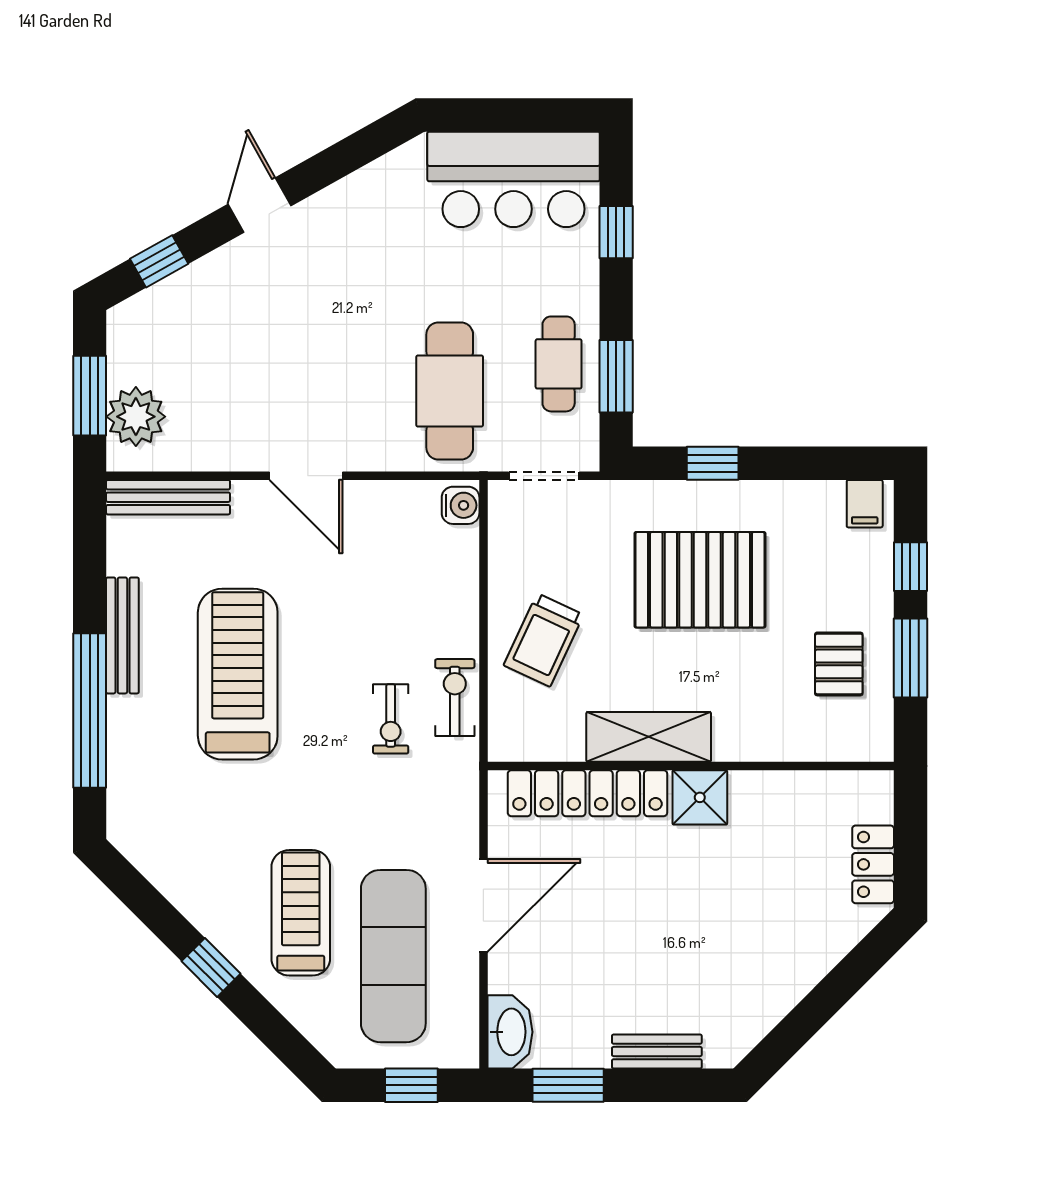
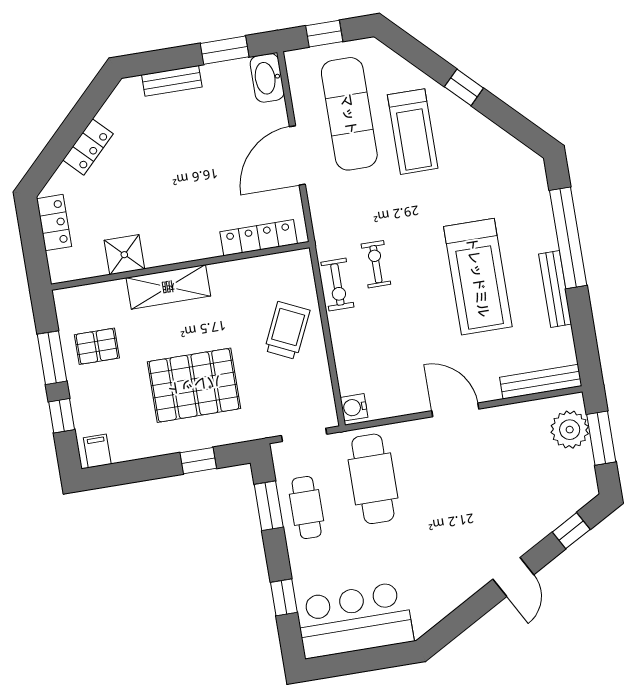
pallet: (839, 664) -> (97, 346), turned 90
shelving: (649, 737) -> (168, 287), moved
locker: (587, 793) -> (259, 238), width x0.71, depth x0.83
shower: (700, 797) -> (124, 255), moved
locker: (802, 972) -> (88, 147), added

